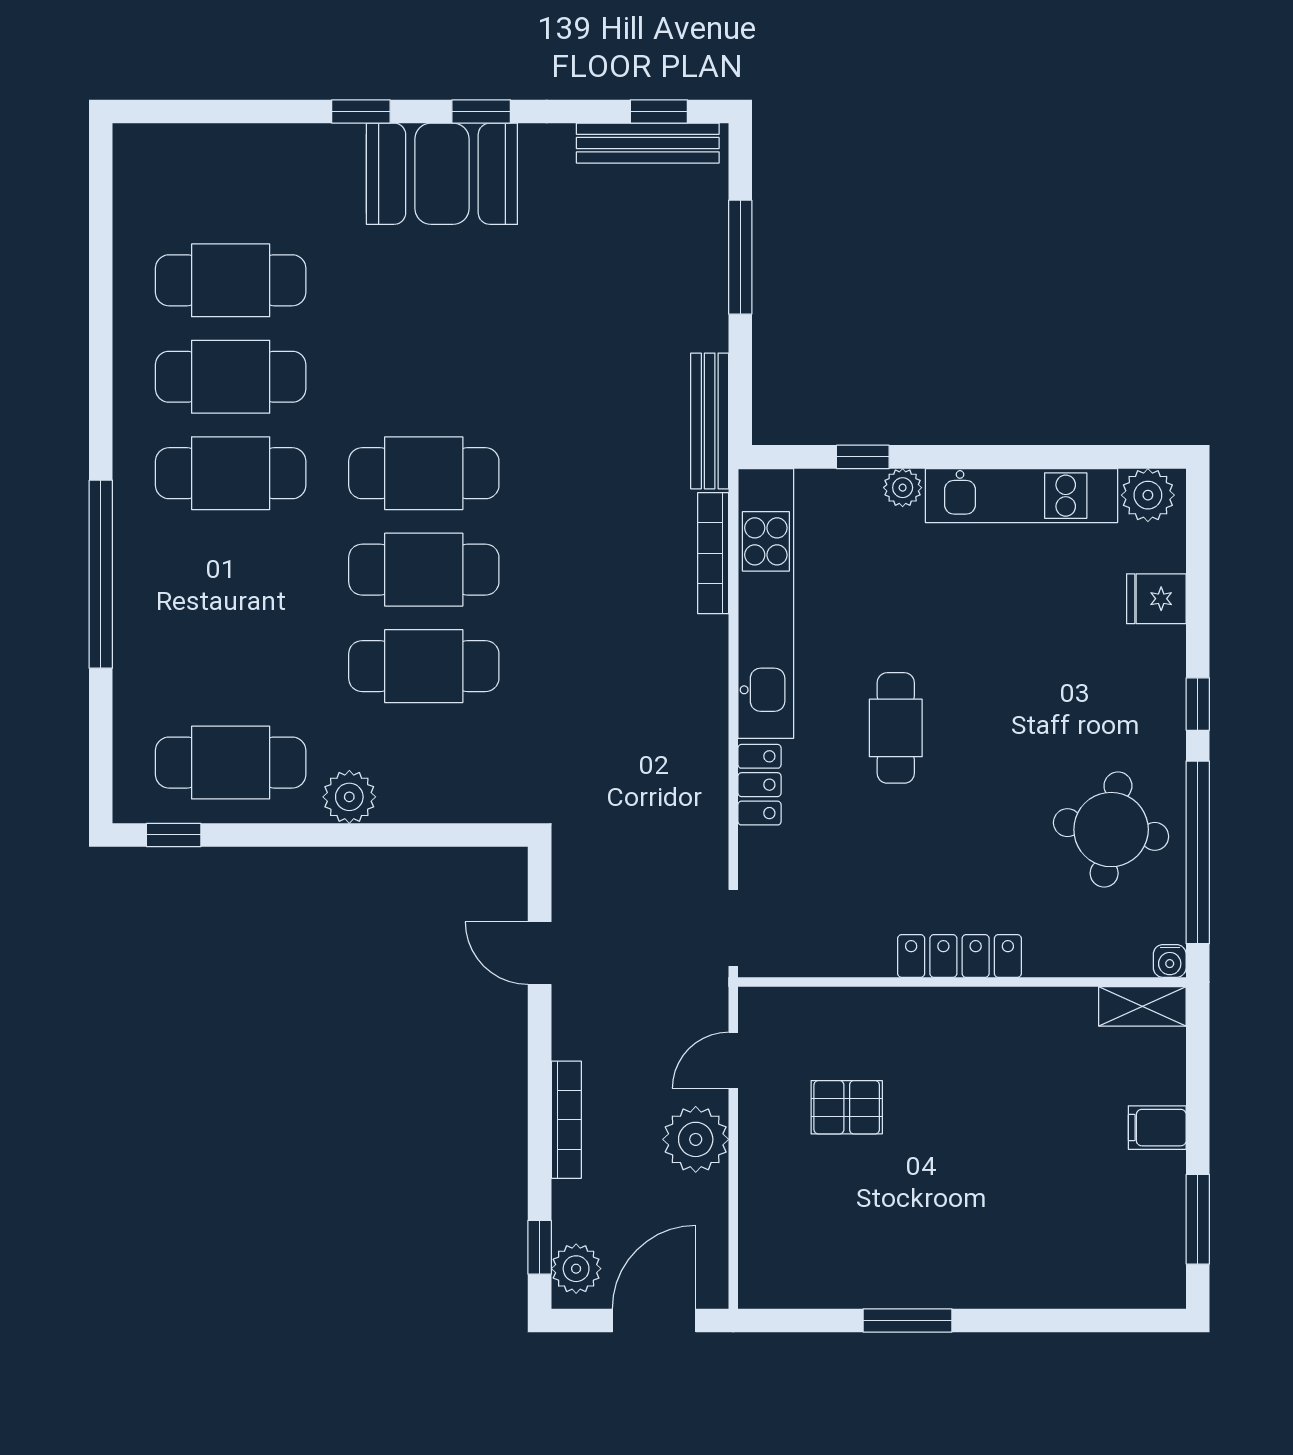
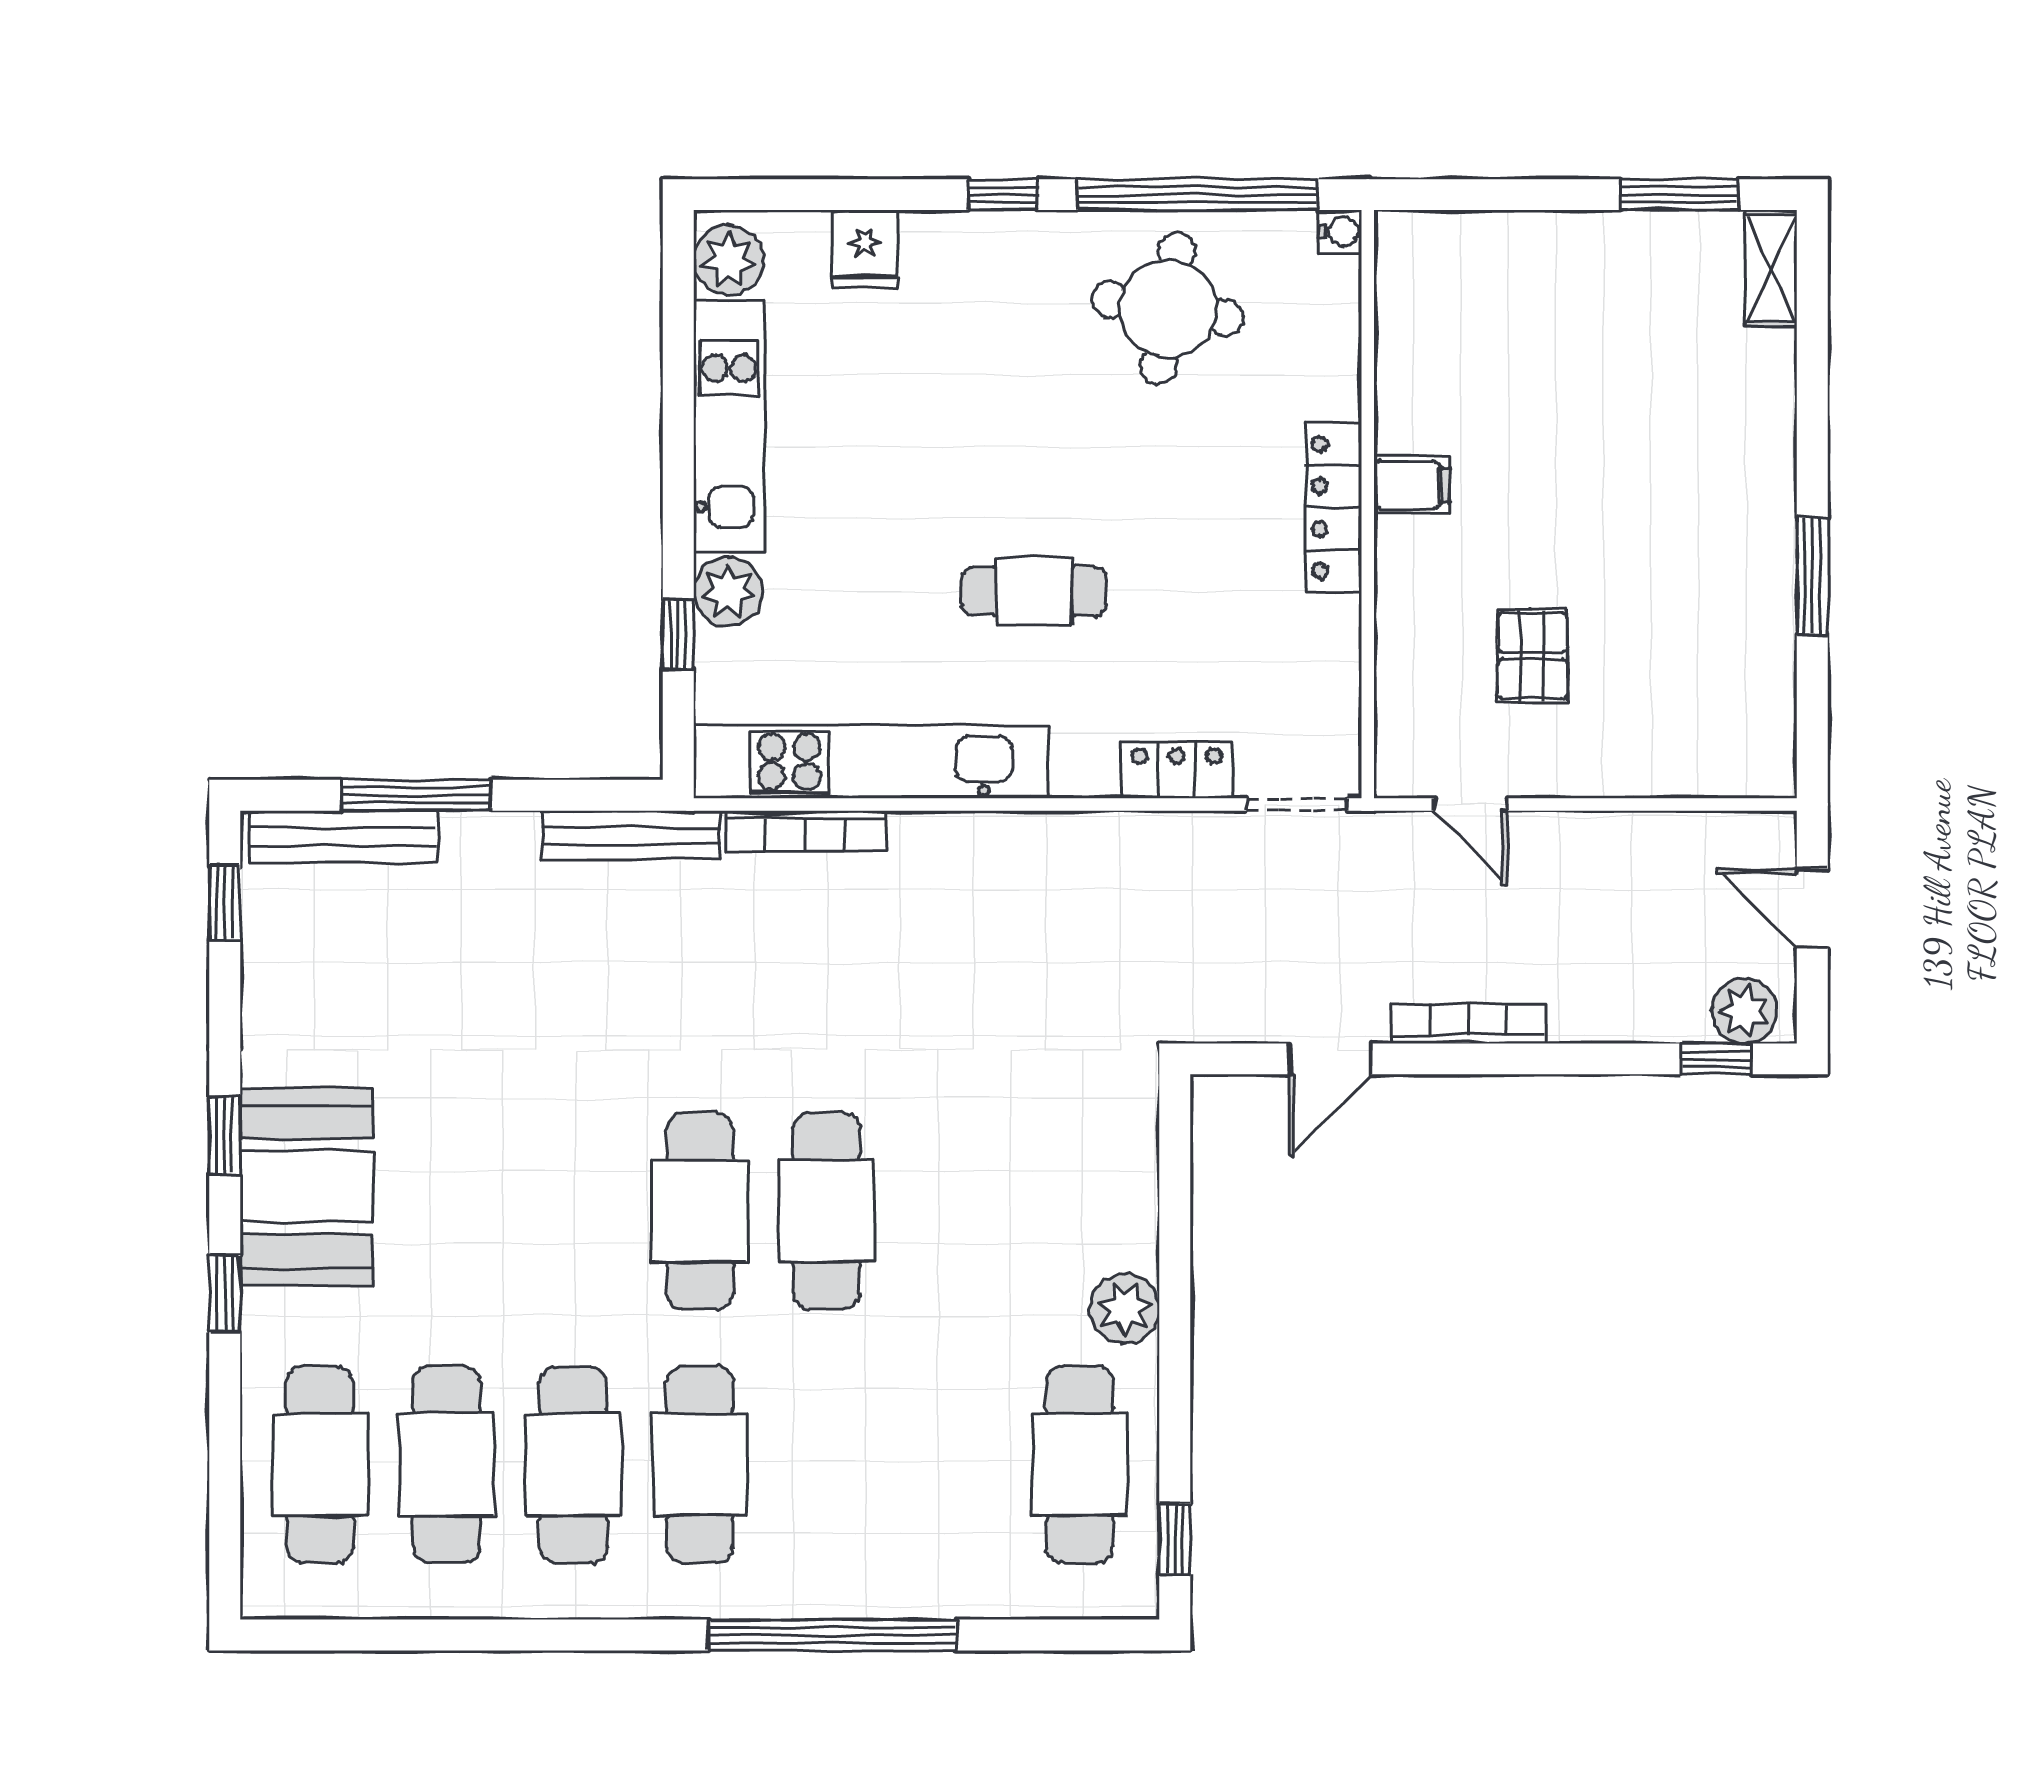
bench: (648, 143) -> (343, 837), moved, turned 90
plant: (903, 488) -> (728, 592), width x1.38, depth x1.38
cafe table: (424, 666) -> (320, 1464), moved
locker: (759, 785) -> (1177, 770), moved
shelving: (1142, 1006) -> (1771, 269), moved
bookcase: (566, 1120) -> (1468, 1024), moved
filing cabinet: (1157, 1128) -> (1412, 485), moved, turned -90
plant: (696, 1139) -> (1574, 854), removed
door: (654, 1320) -> (1812, 908), width x0.73

